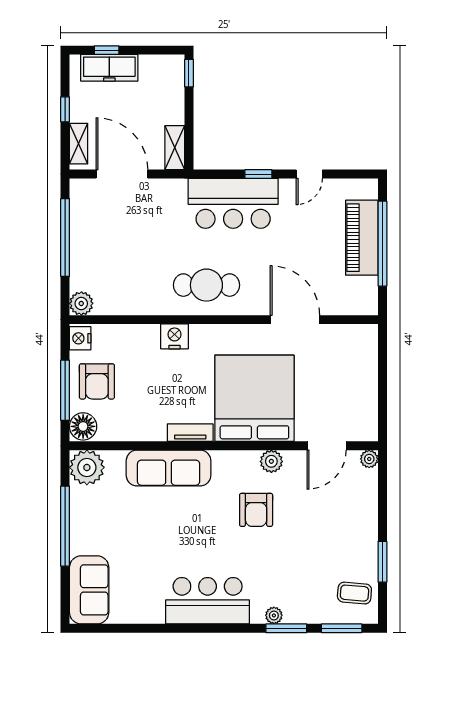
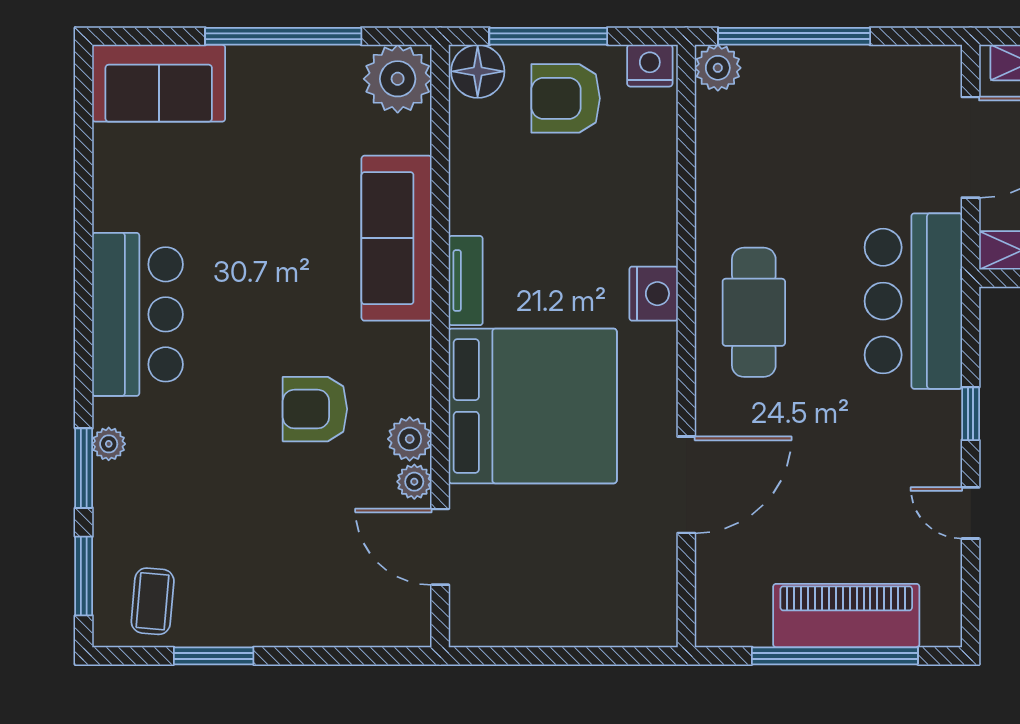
bar counter: (233, 203) -> (913, 301), moved
window: (65, 238) -> (794, 36), moved
nightstand: (175, 336) -> (654, 294), moved
plant: (369, 459) -> (414, 482), moved

